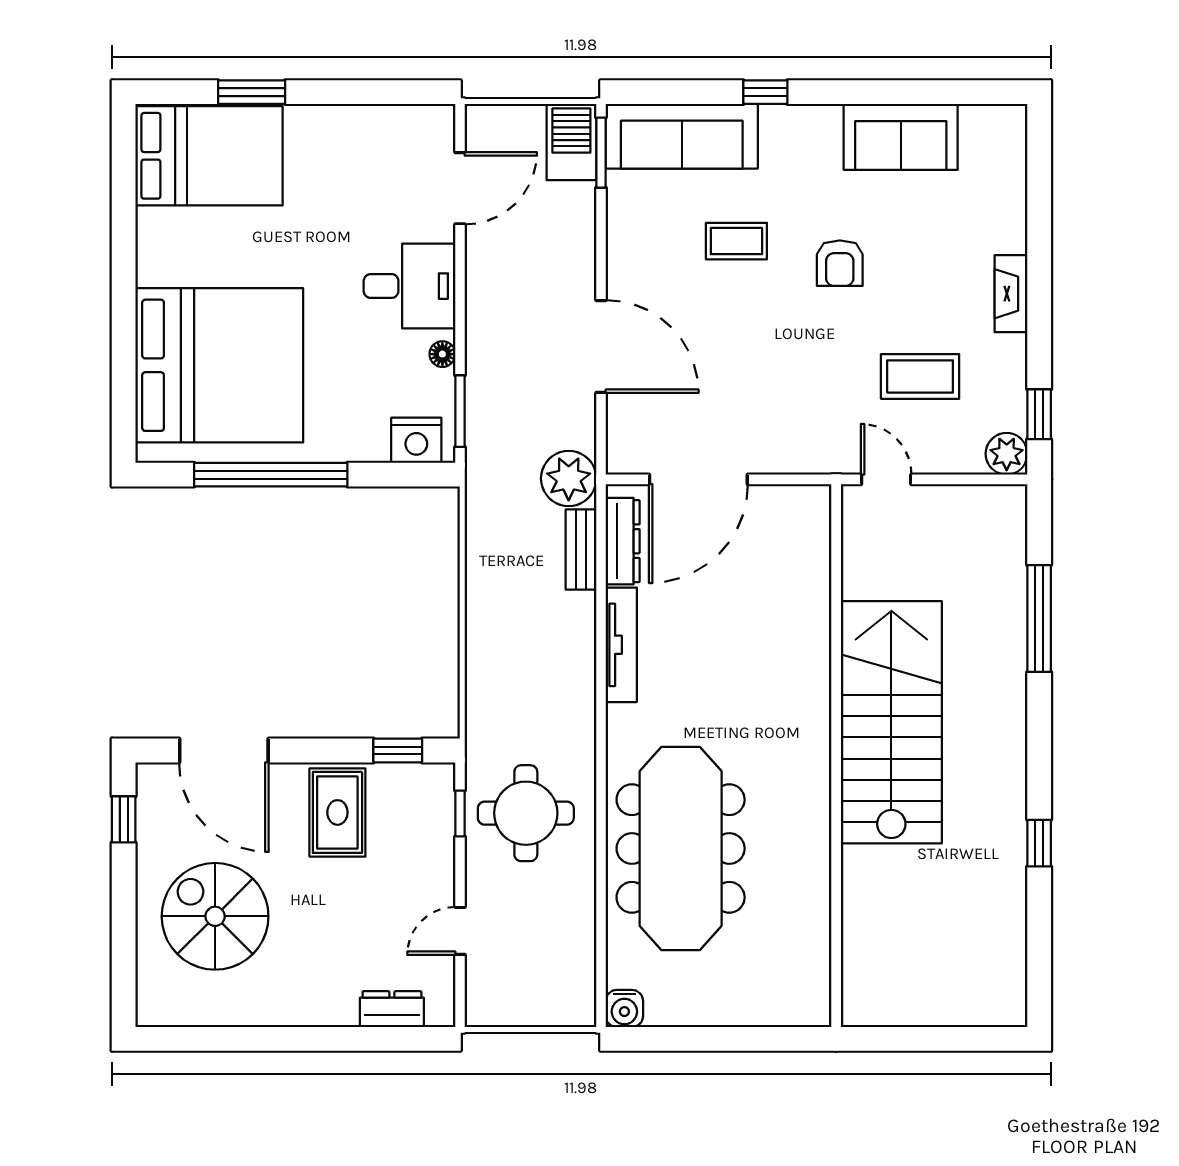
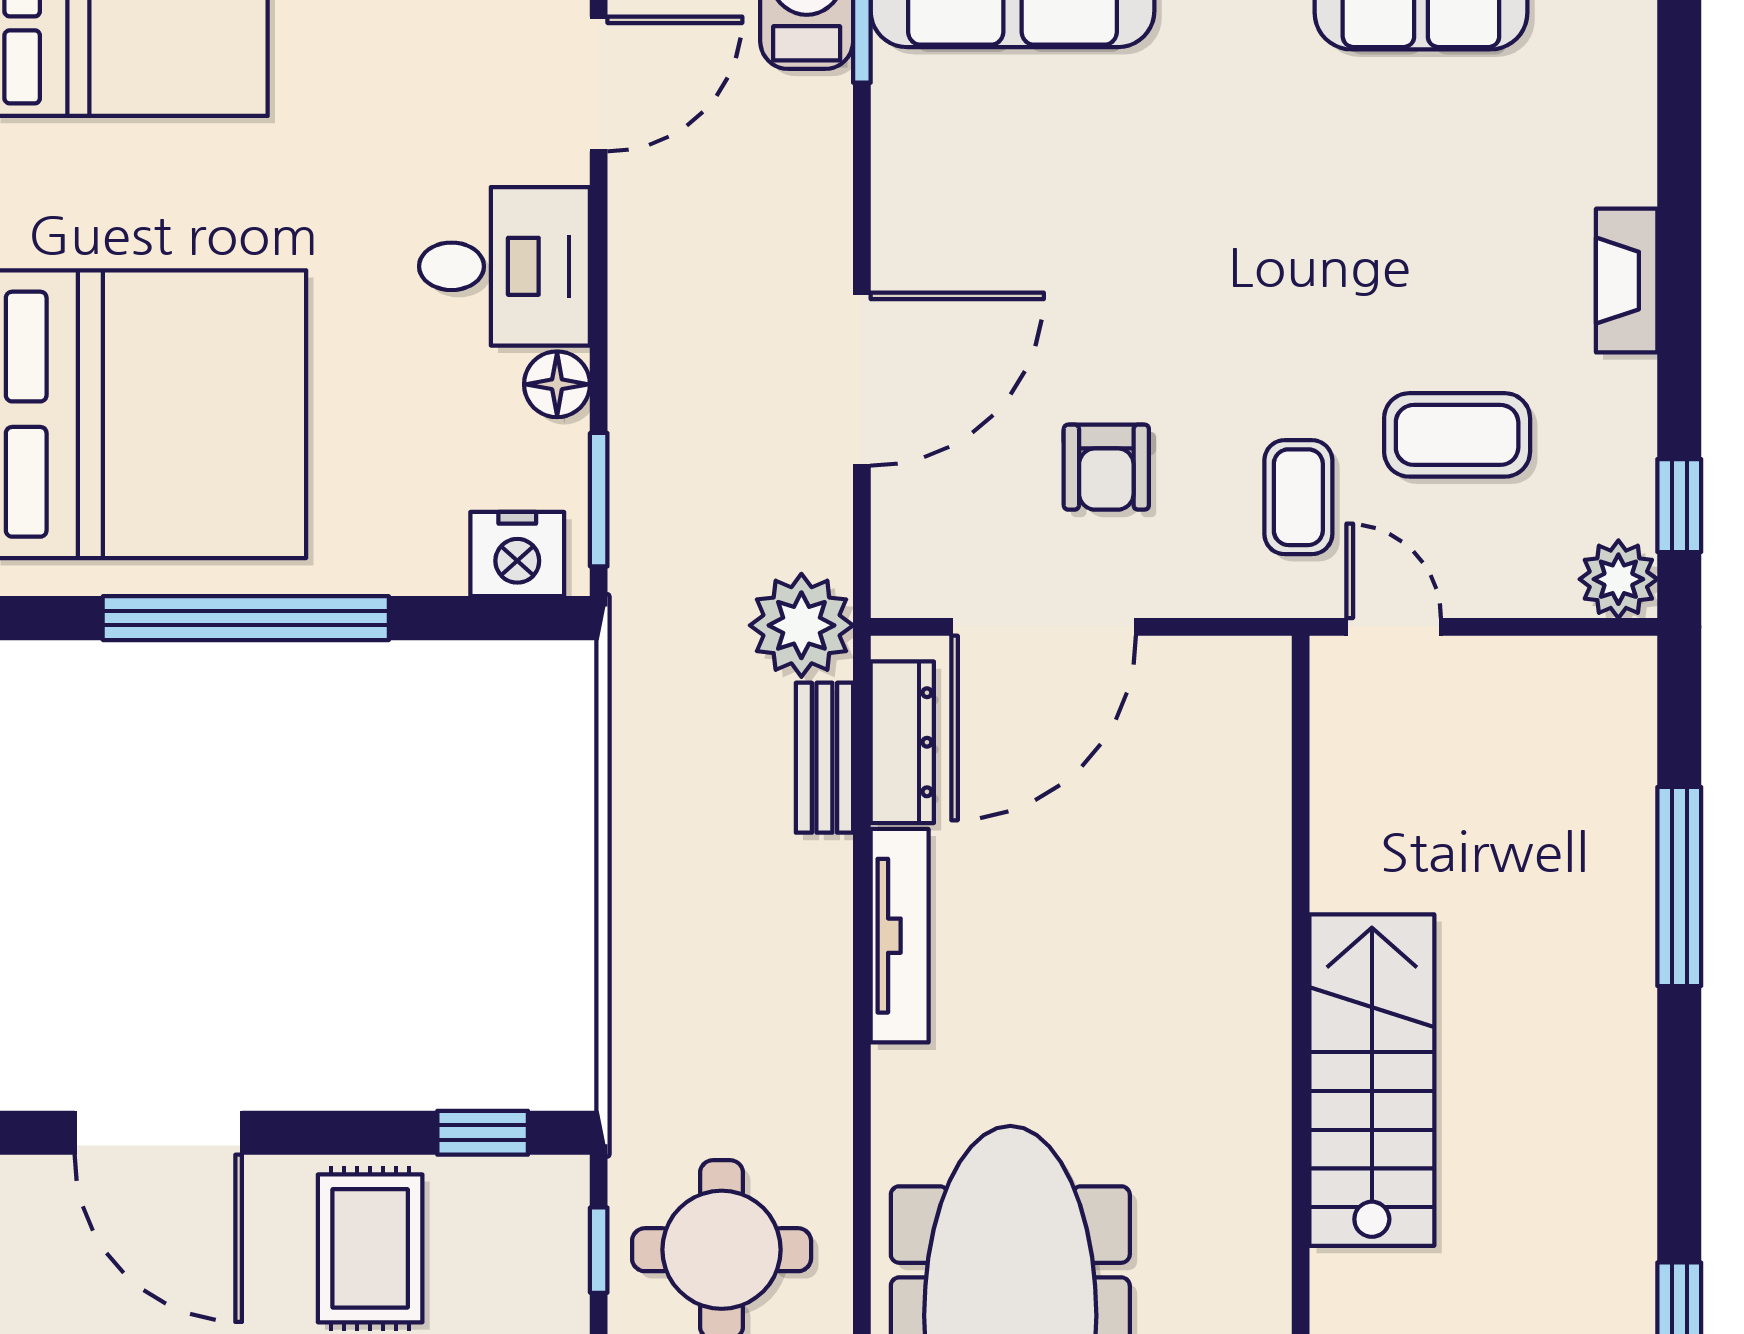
coffee table: (736, 241) -> (1298, 497), moved, turned 90
armchair: (840, 263) -> (1106, 467), moved
door: (601, 347) -> (862, 379), hinge flipped
floor lamp: (442, 354) -> (557, 384), width x1.37, depth x1.37
stairs: (891, 722) -> (1372, 1080), width x0.73, depth x0.66

